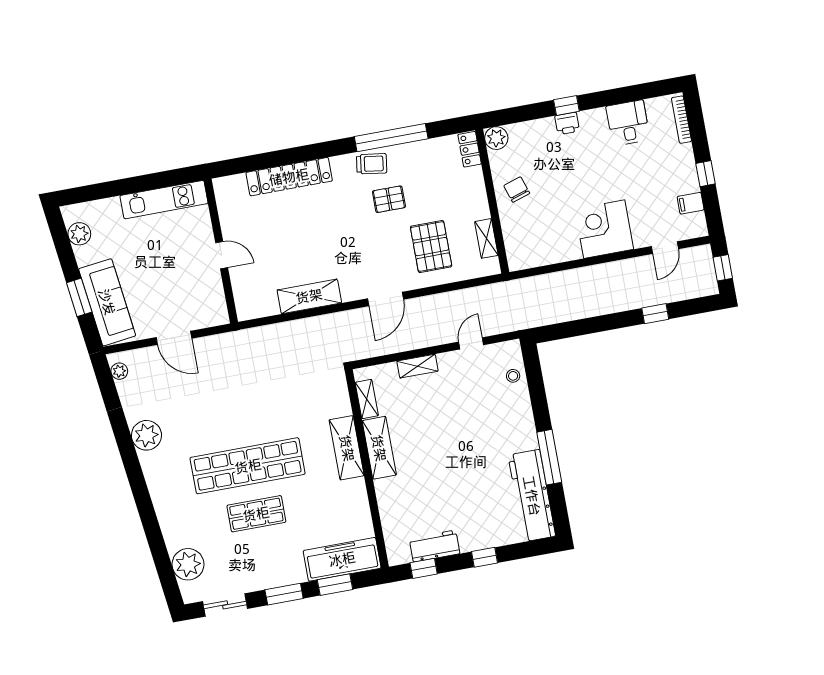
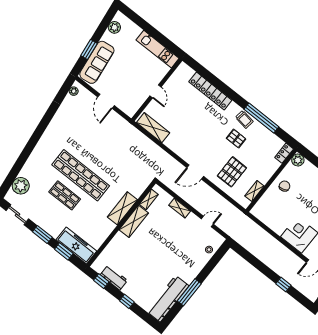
shelving: (309, 296) -> (153, 128), moved
plant: (146, 435) -> (58, 124), removed

